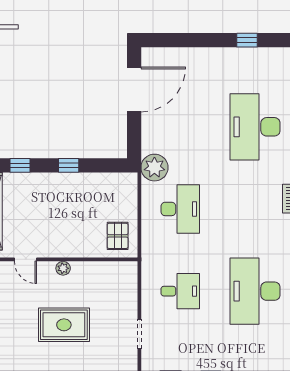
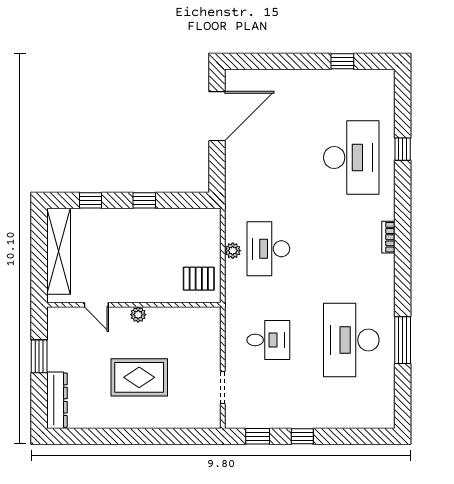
desk: (255, 127) -> (351, 158), turned 180
plant: (154, 168) -> (233, 251), moved, width x0.53, depth x0.53
desk: (180, 209) -> (268, 249), turned 180
pallet: (118, 236) -> (199, 279), turned 90

